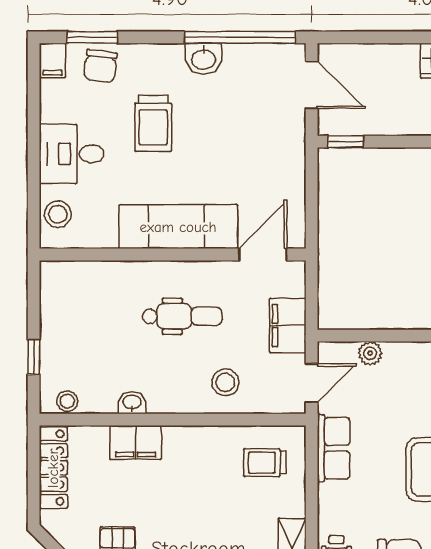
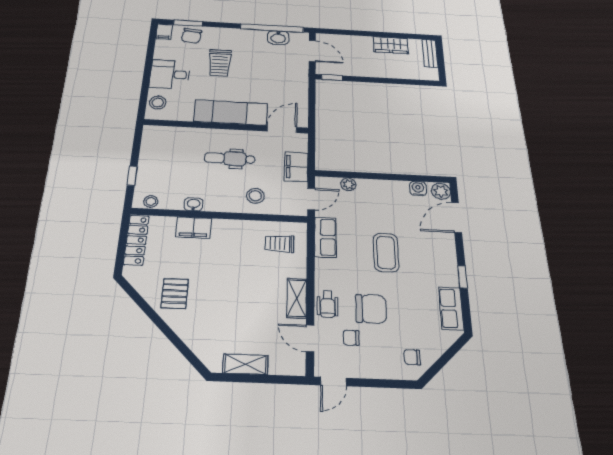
washbasin: (204, 59) -> (278, 38), moved
dental chair: (182, 316) -> (230, 158), turned 180

